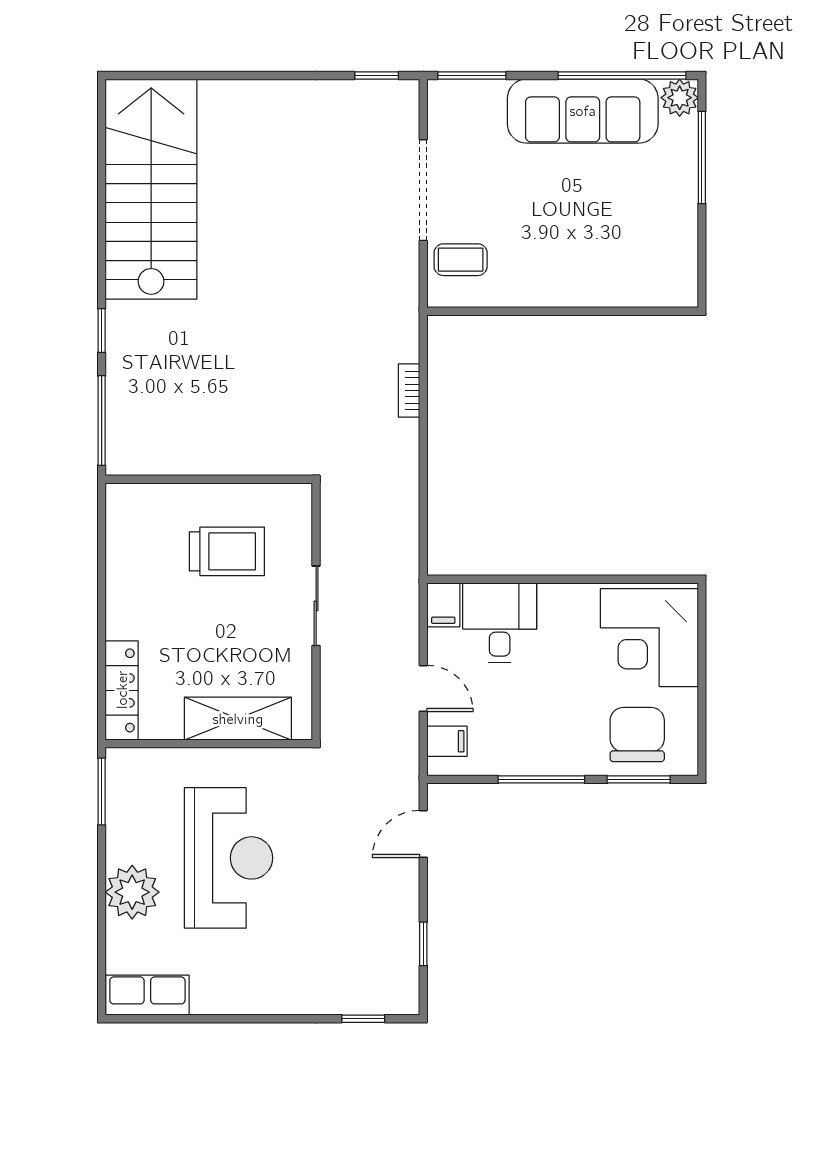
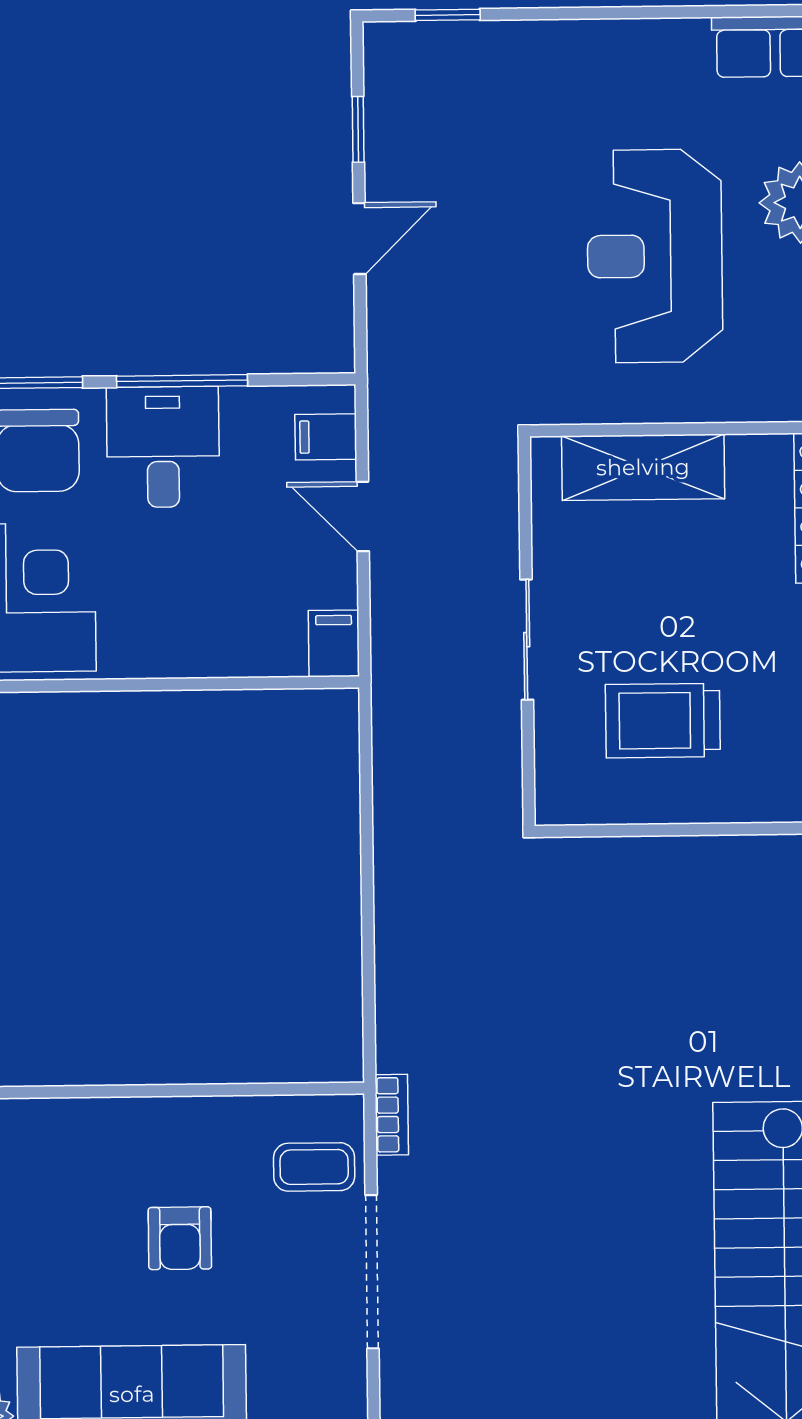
armchair: (550, 214) -> (180, 1238), added
bookcase: (409, 391) -> (392, 1115), moved
desk: (500, 623) -> (163, 447), moved, turned 180
door: (423, 834) -> (359, 239), moved

